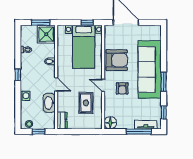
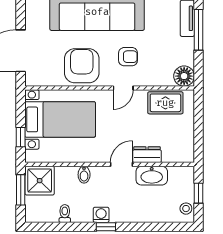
window: (87, 23) -> (21, 137), moved
washing machine: (25, 96) -> (101, 215), moved
rug: (86, 103) -> (165, 103), moved
dresser: (62, 120) -> (147, 155), moved

